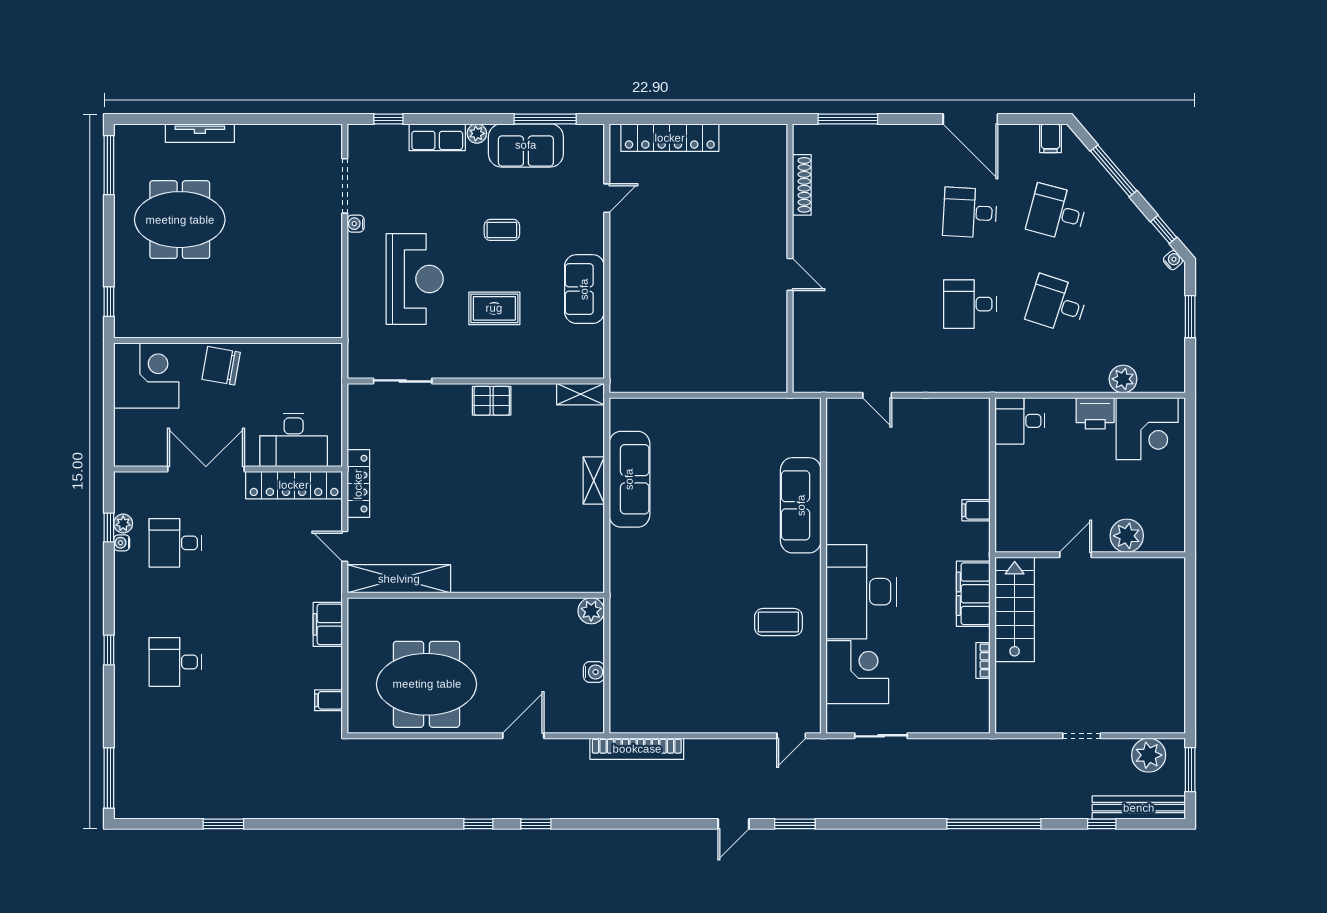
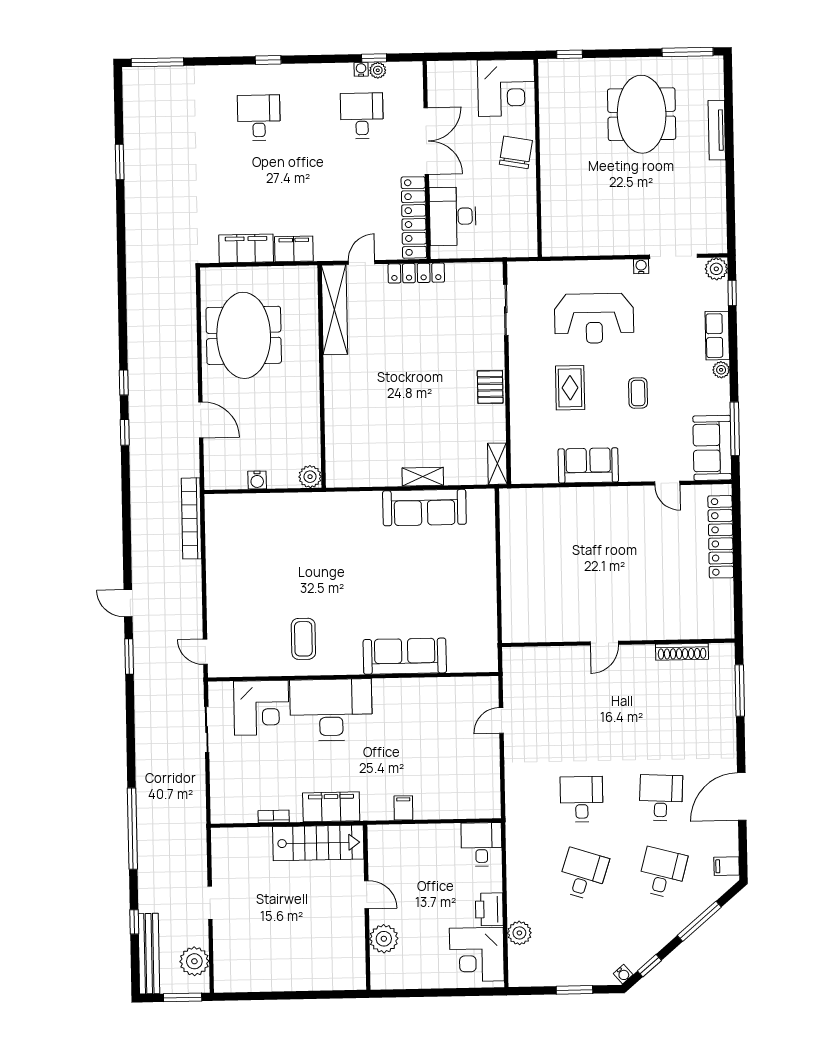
plant: (360, 137) -> (716, 269), added
sofa: (526, 145) -> (712, 448), moved
filing cabinet: (328, 700) -> (246, 248), width x3.00, depth x1.17

